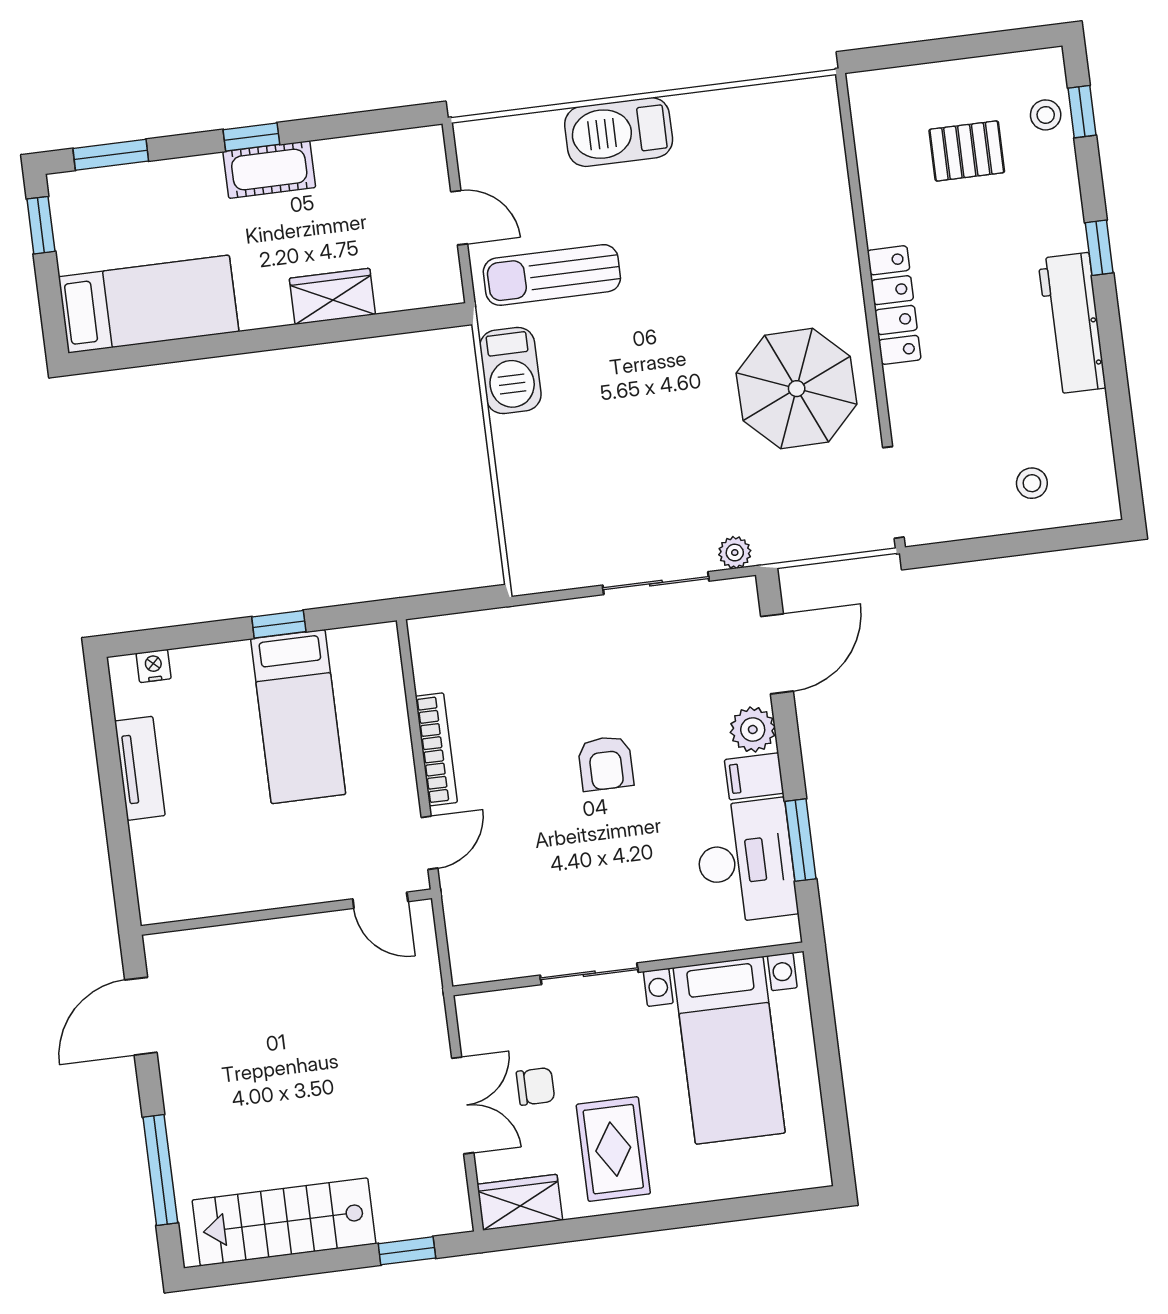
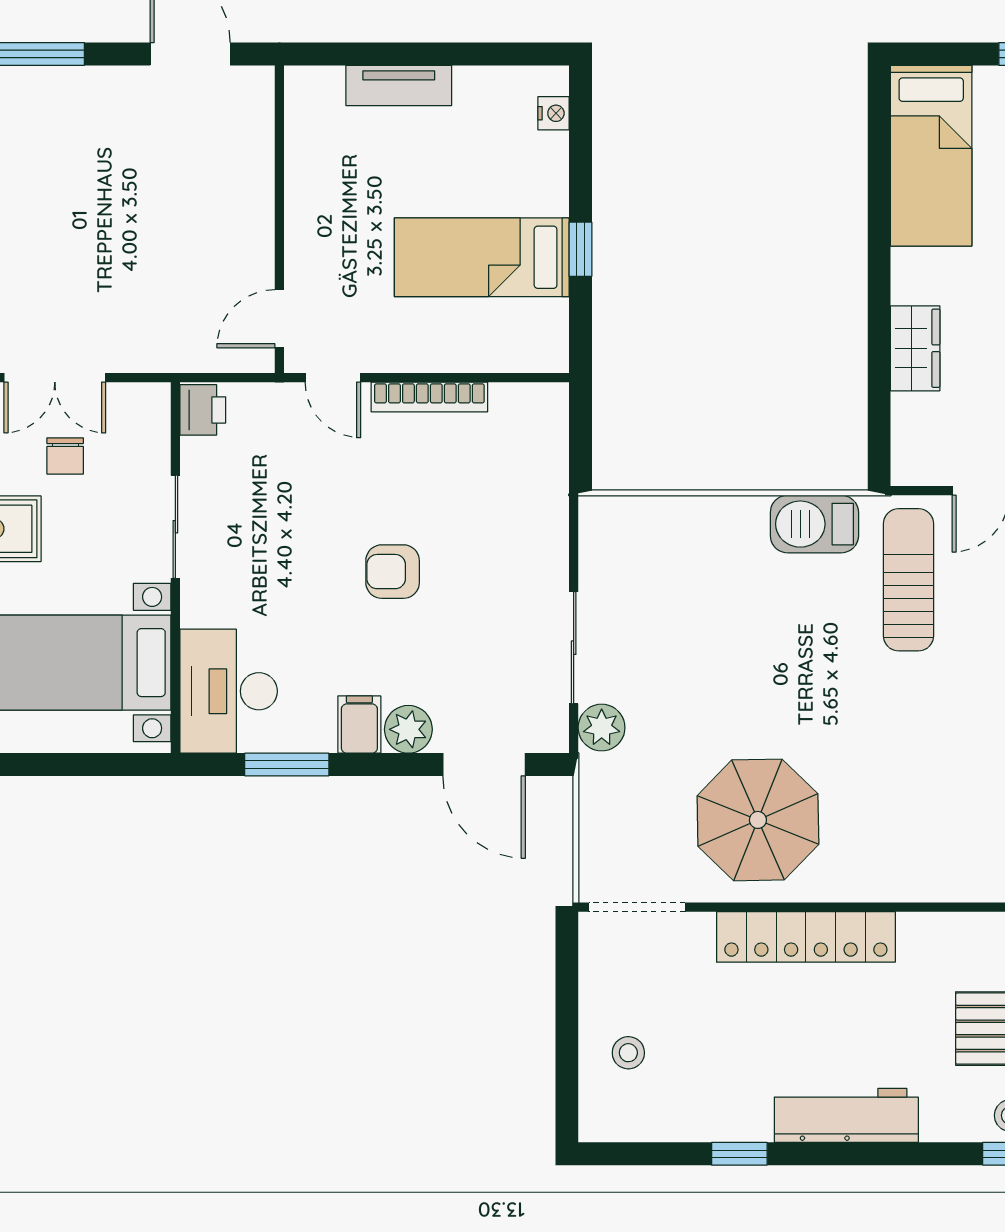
window: (1099, 248) -> (739, 1154), moved
locker: (894, 305) -> (806, 937), width x1.41, depth x1.21
workbench: (1072, 323) -> (846, 1115), moved
plant: (735, 553) -> (602, 728), width x1.38, depth x1.38
tv unit: (140, 768) -> (399, 85), moved
desk: (746, 861) -> (229, 691), moved, turned 90
printer: (476, 962) -> (203, 410), added

